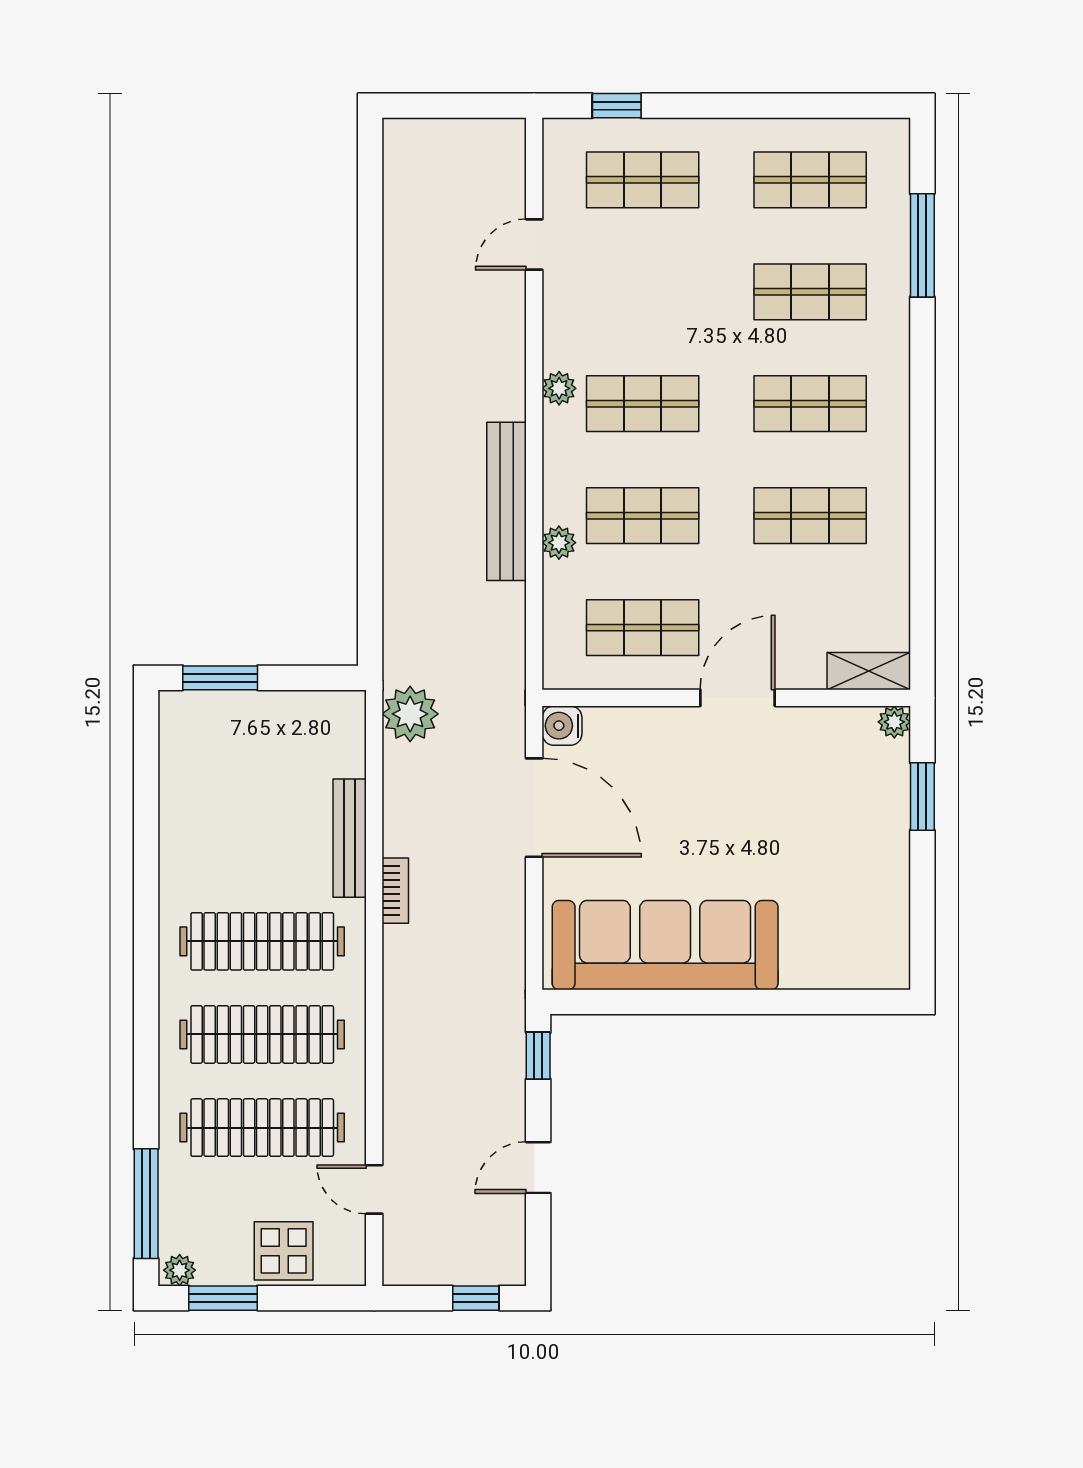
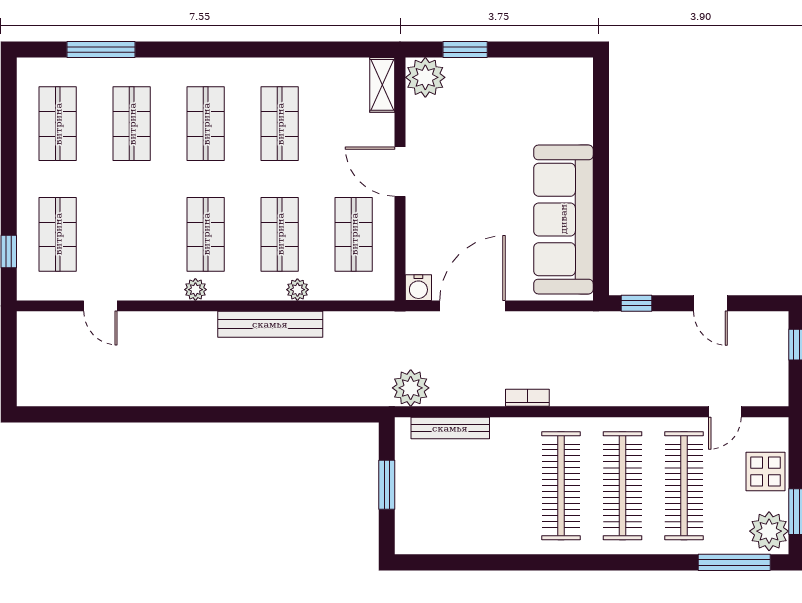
window: (220, 678) -> (387, 485), moved
plant: (894, 722) -> (425, 77), width x1.87, depth x1.87
bench: (350, 838) -> (450, 428), moved
plant: (180, 1270) -> (769, 531), width x1.88, depth x1.88

